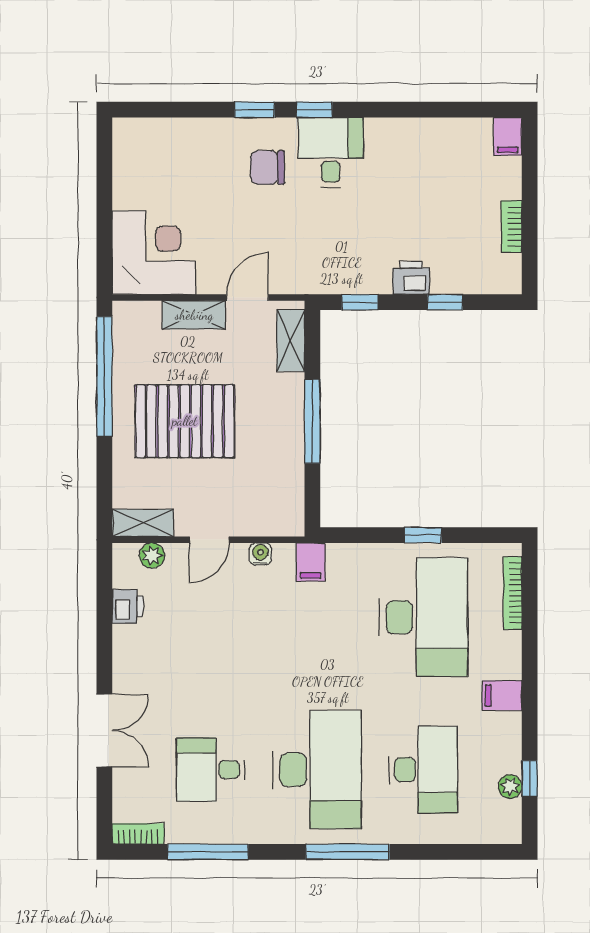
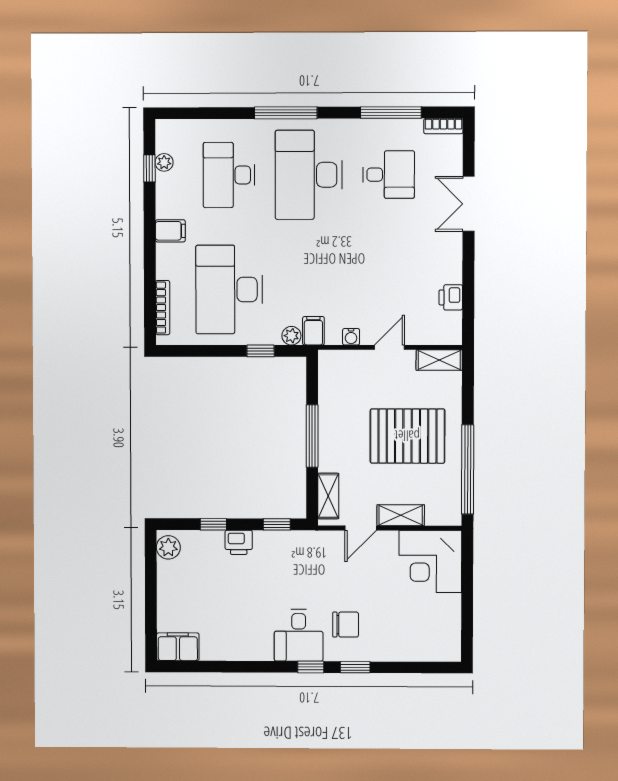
filing cabinet: (508, 136) -> (178, 647), width x2.00
bookcase: (512, 227) -> (164, 580), removed
plant: (506, 271) -> (168, 547), added
window: (423, 535) -> (261, 351), moved
plant: (152, 555) -> (291, 336), moved

